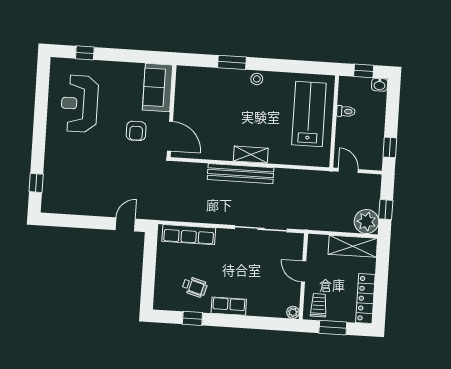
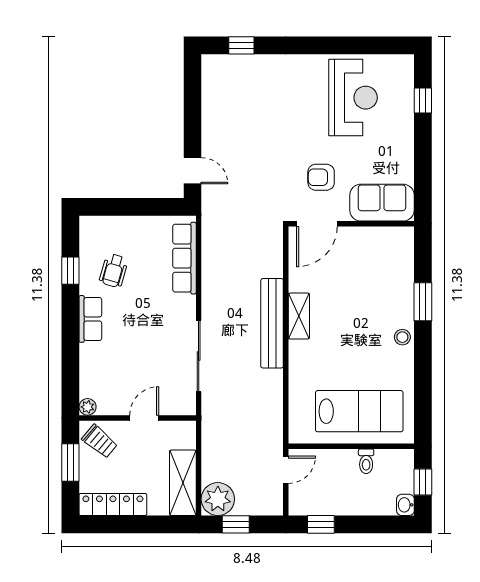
reception desk: (79, 104) -> (353, 98), turned 90
shelving: (251, 155) -> (299, 316), moved
trolley: (319, 305) -> (100, 441), turned 40

